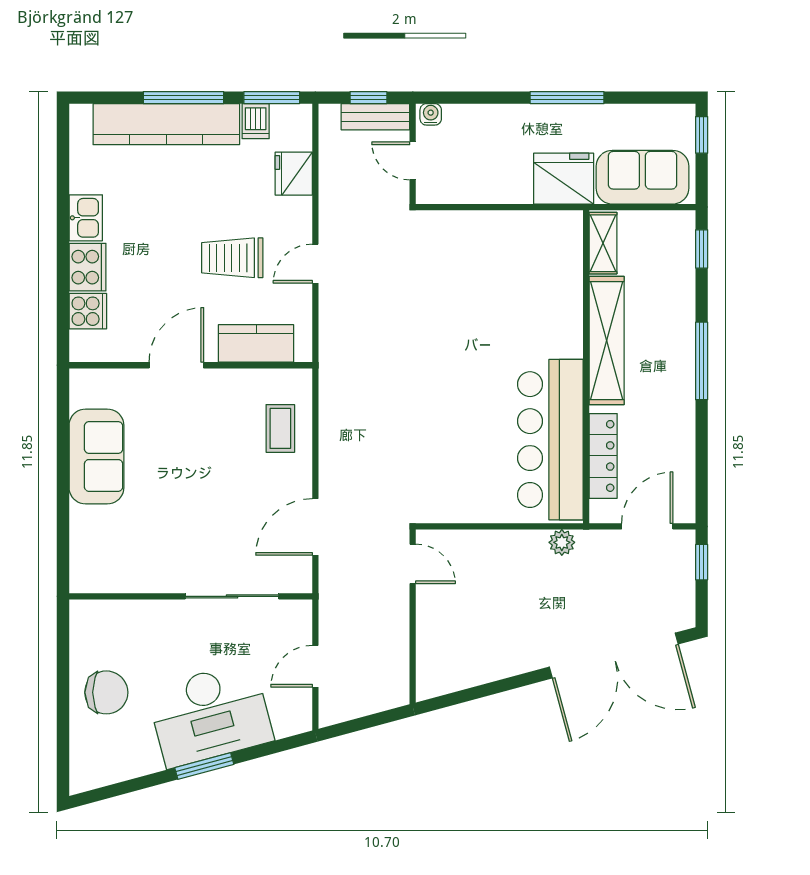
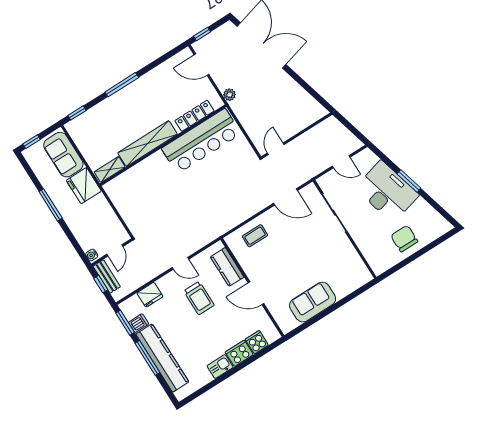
shelving: (603, 243) -> (110, 170), moved
shelving: (607, 341) -> (148, 143), moved
wall: (586, 367) -> (163, 145), moved
bar counter: (550, 440) -> (201, 141), moved
locker: (603, 456) -> (194, 116), moved

